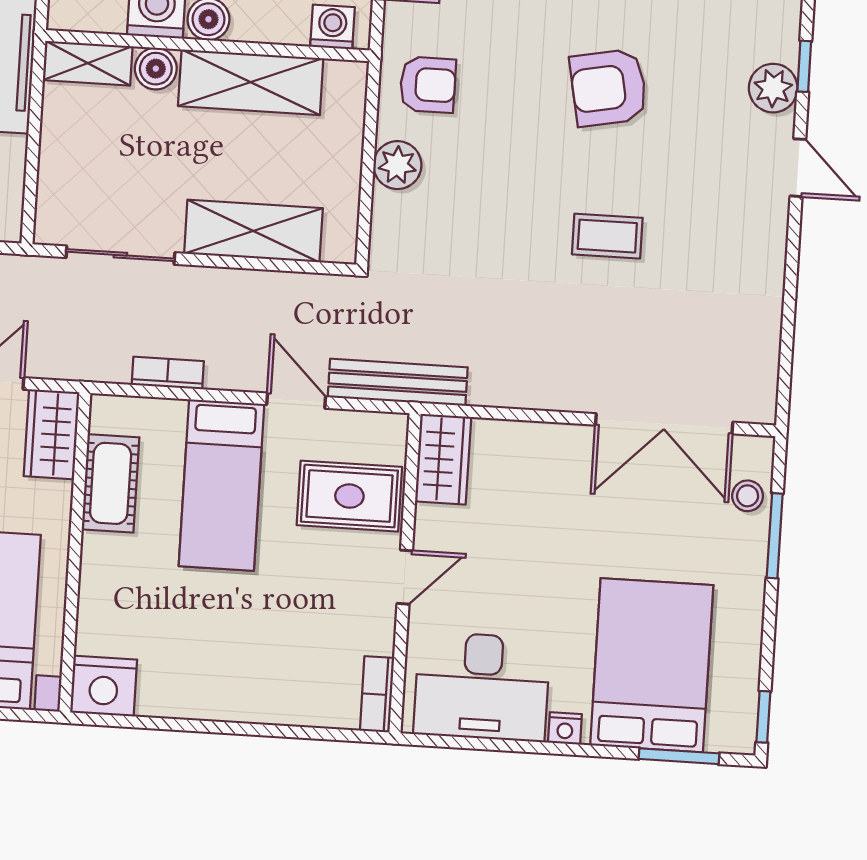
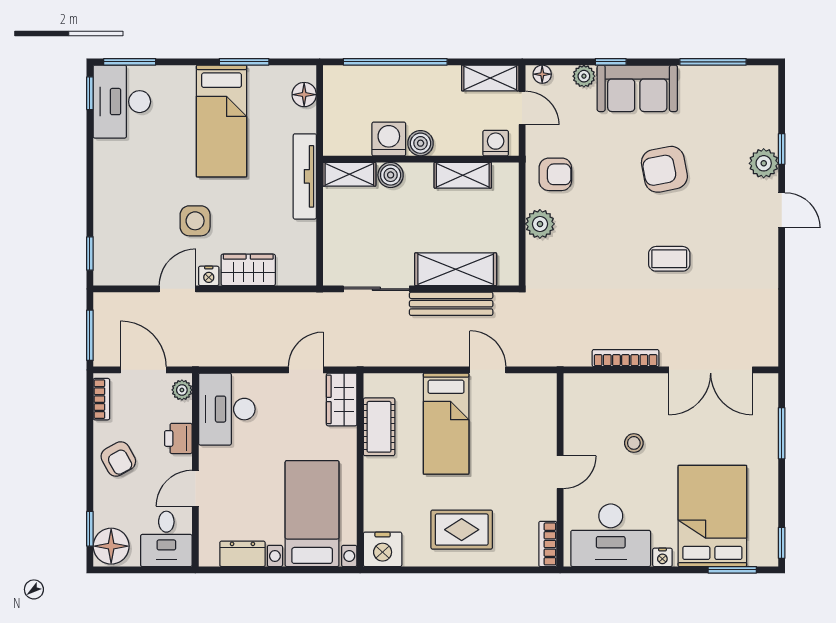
shelving: (251, 82) -> (463, 175), width x0.67, depth x0.75
bookcase: (168, 373) -> (626, 358), moved, width x1.56
bench: (398, 382) -> (451, 304), moved
wardrobe: (443, 459) -> (579, 400), removed
rug: (349, 496) -> (462, 530), moved
stool: (748, 496) -> (634, 443), moved

